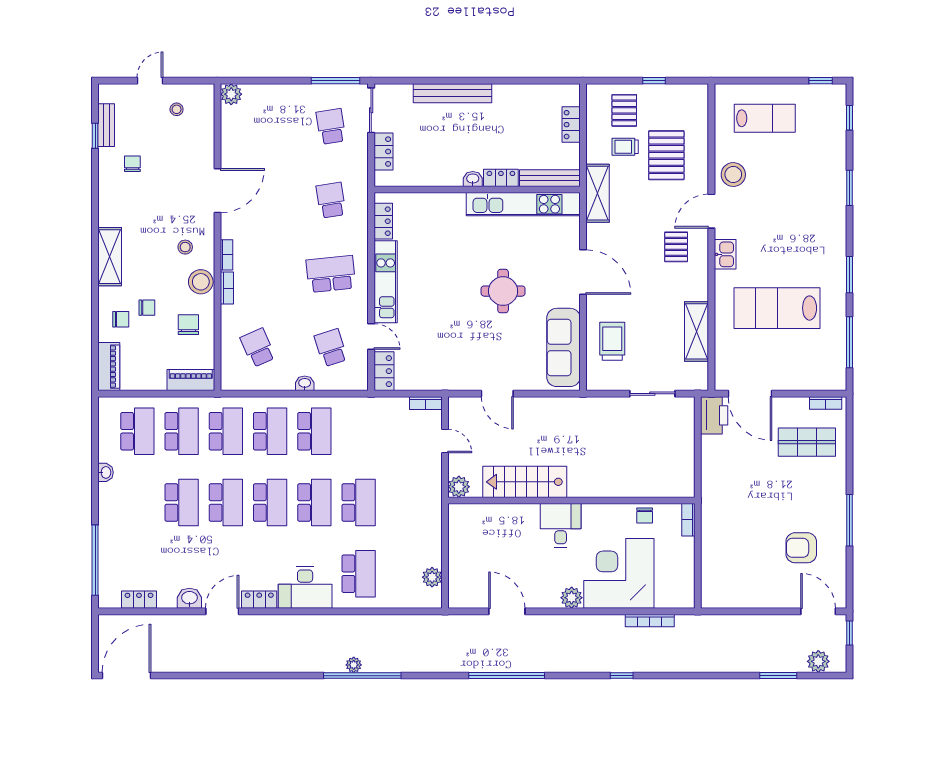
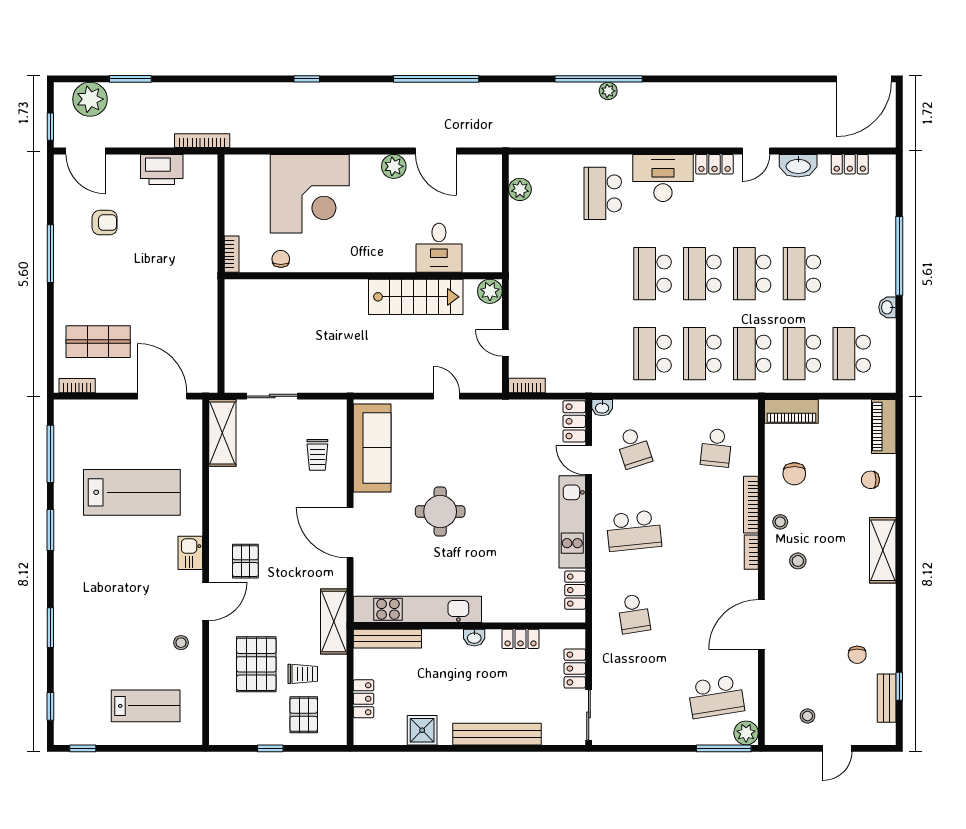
window: (335, 81) -> (724, 748), moved
shower: (519, 97) -> (422, 730), added
lab bench: (765, 118) -> (146, 706), turned 180
school desk: (331, 127) -> (716, 697), moved, width x1.85
stool: (733, 175) -> (181, 643), width x0.53, depth x0.53
locker: (501, 178) -> (521, 639), moved
stool: (201, 282) -> (780, 522), width x0.53, depth x0.53
bookcase: (227, 288) -> (751, 505), width x1.56
chair: (147, 308) -> (841, 493), removed
shelving: (697, 331) -> (222, 433), moved
trolley: (612, 341) -> (317, 455), width x0.73, depth x0.72
school desk: (258, 348) -> (716, 448), turned 30
washbasin: (305, 383) -> (602, 408), moved
door: (497, 394) -> (447, 396), width x0.73
printer: (714, 415) -> (162, 169), moved, turned -90
school desk: (359, 502) -> (603, 274), removed
desk: (561, 525) -> (439, 248), moved
armchair: (801, 548) -> (105, 223), width x0.72, depth x0.72
window: (95, 560) -> (899, 256), moved
washbasin: (189, 598) -> (798, 166), width x1.38
plant: (572, 598) -> (394, 166), moved
door: (222, 611) -> (756, 151), width x0.73
bookcase: (650, 621) -> (202, 141), moved
plant: (818, 661) -> (90, 99), width x1.36, depth x1.36

